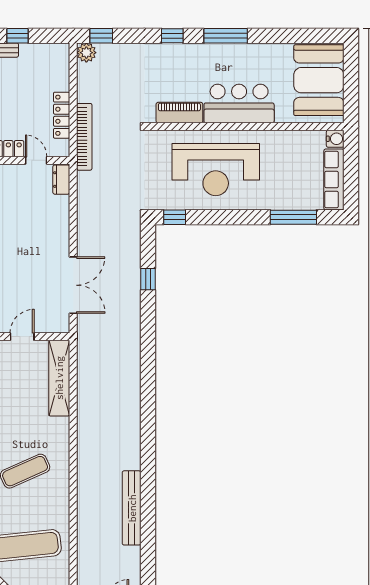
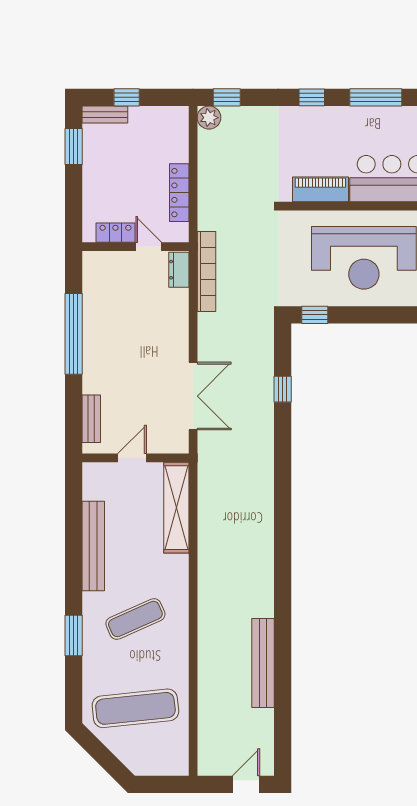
bookcase: (84, 137) -> (206, 272), moved

